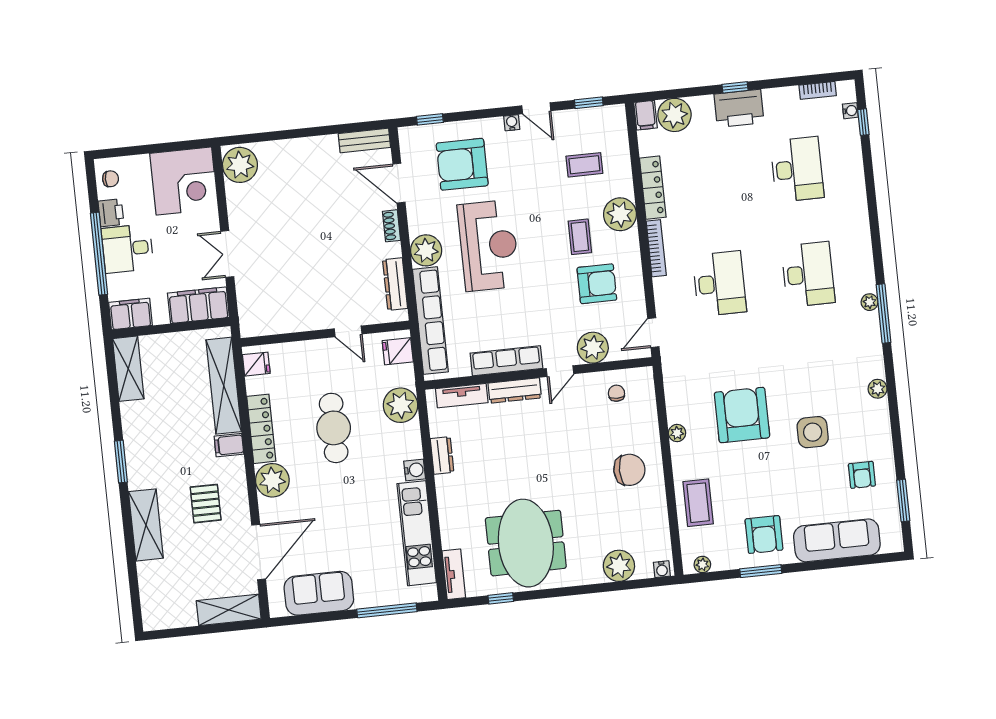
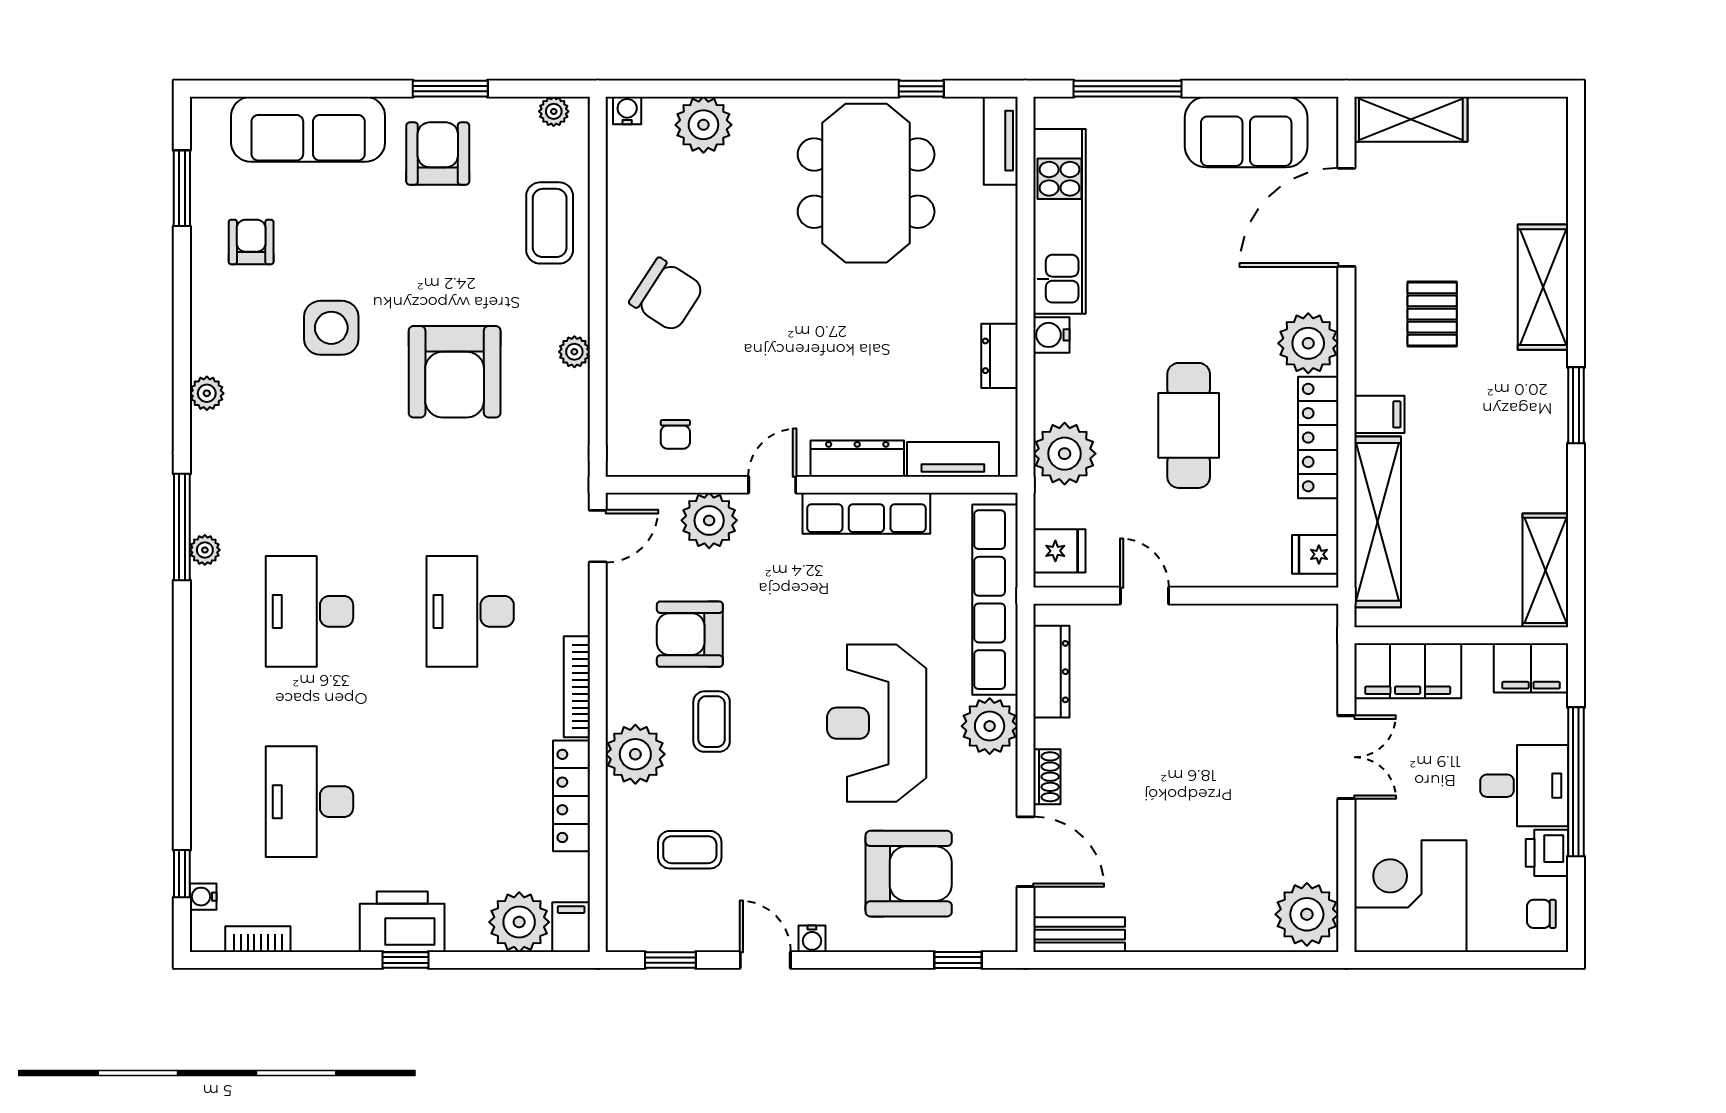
chair: (629, 470) -> (667, 295), turned -147

